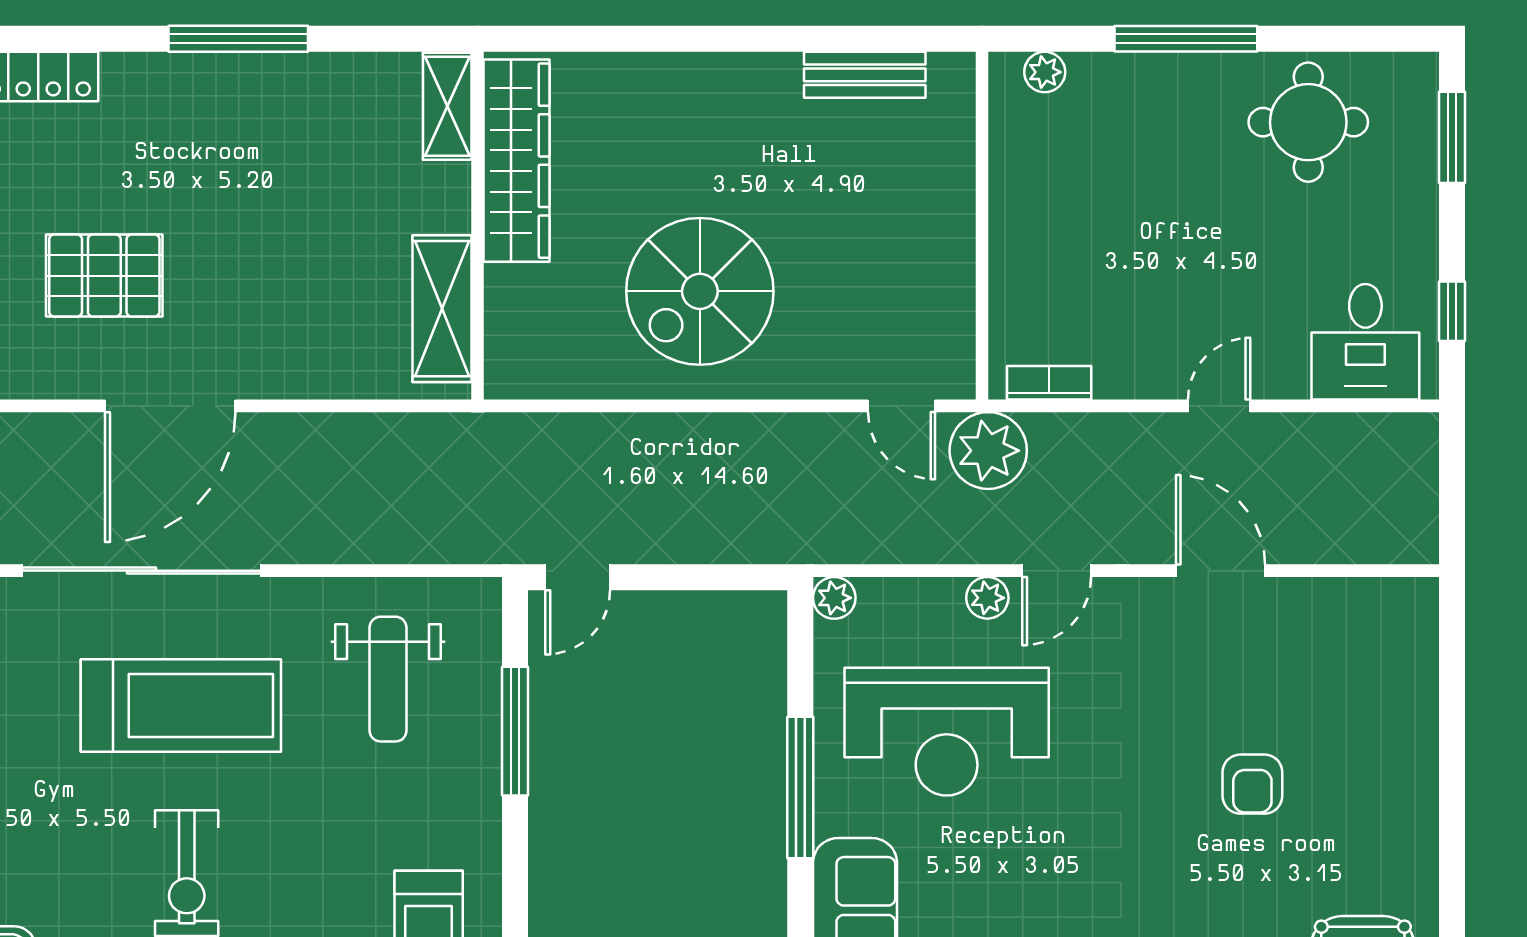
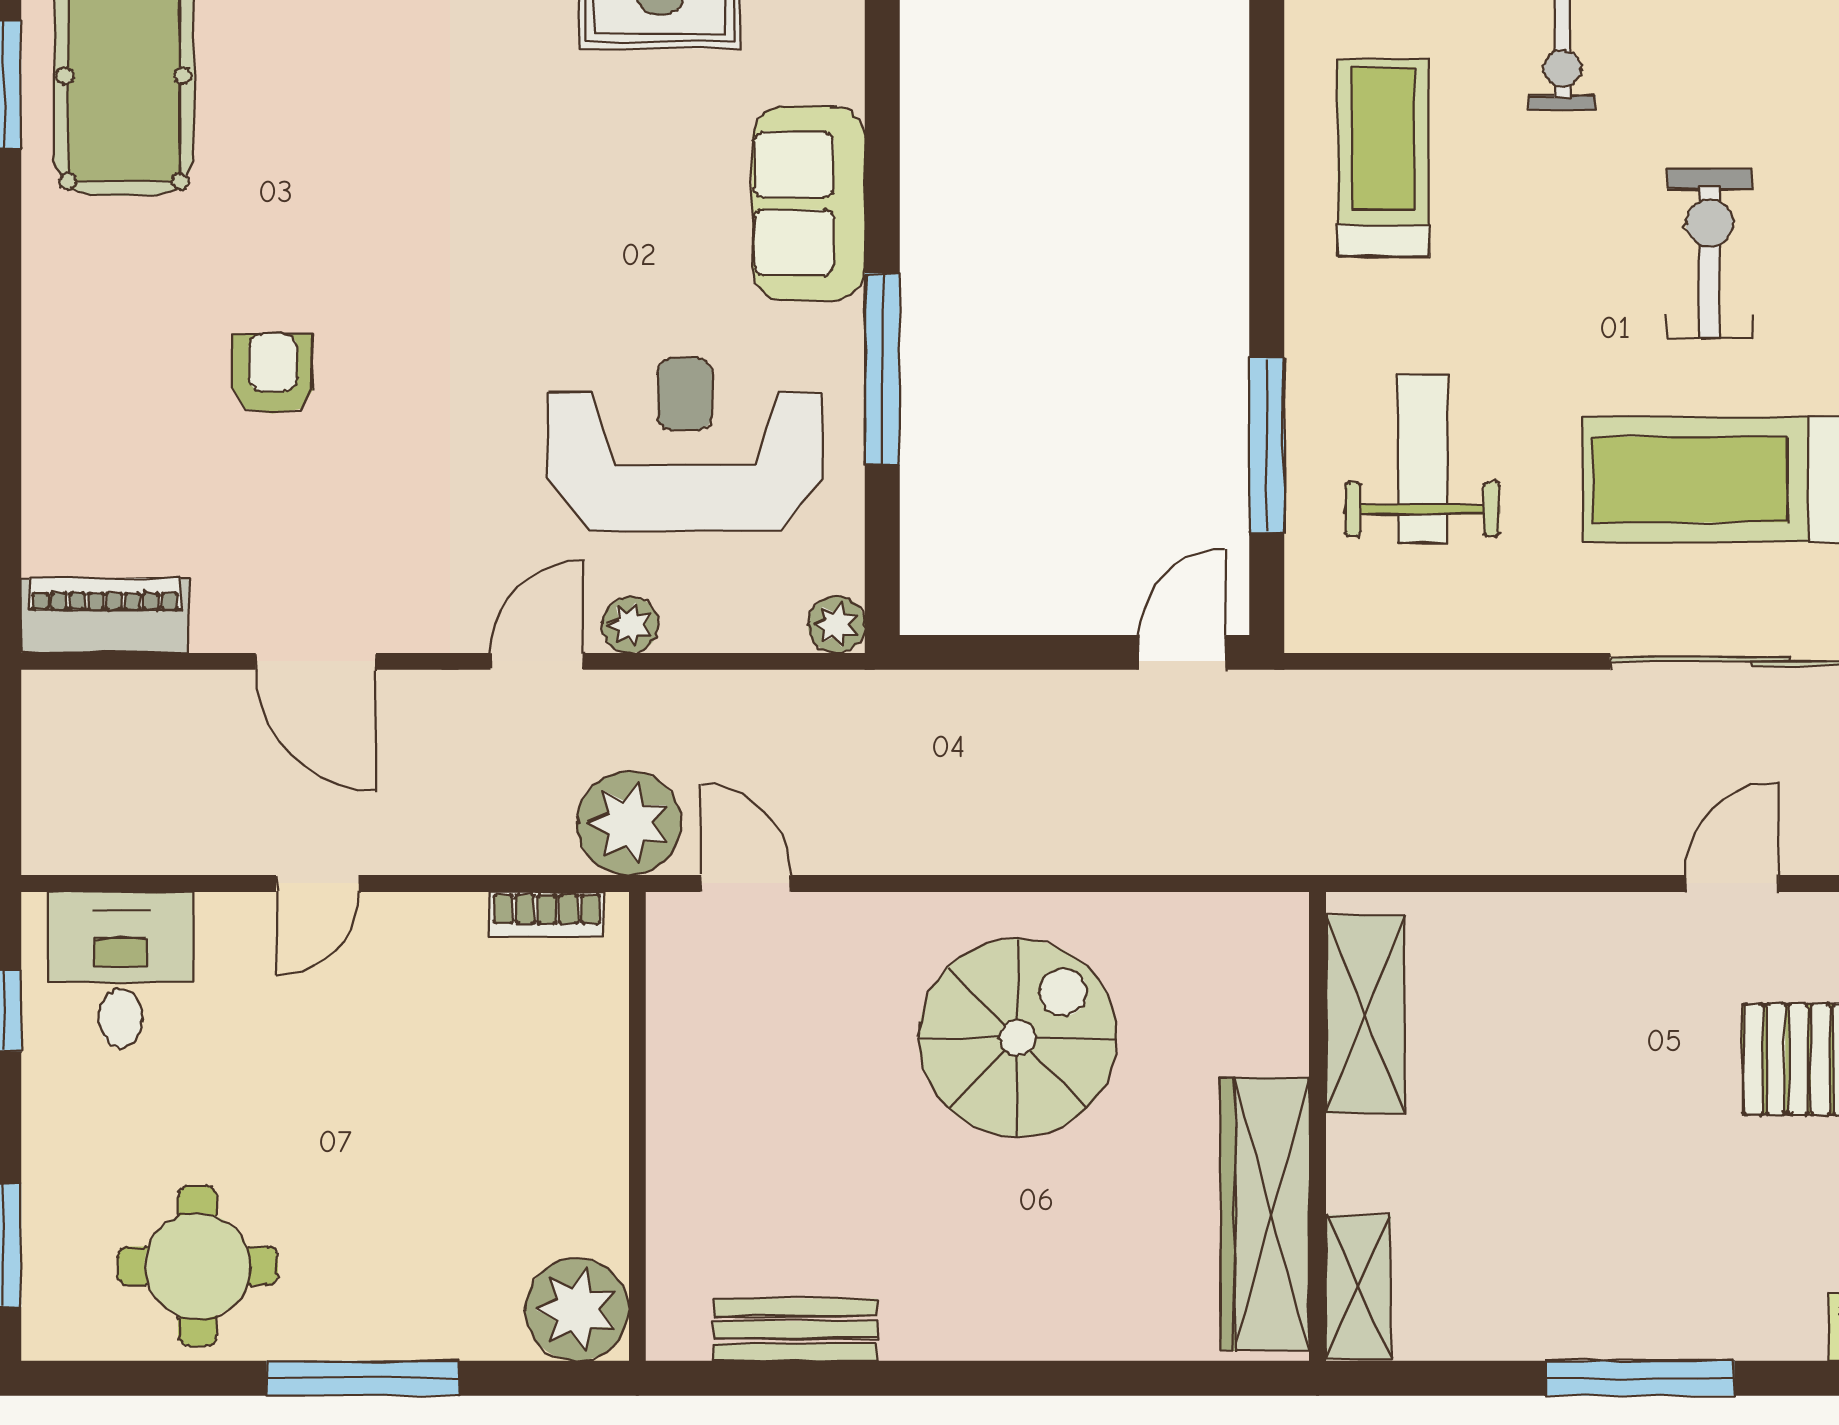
plant: (1045, 72) -> (577, 1310), width x1.88, depth x1.88
door: (170, 406) -> (1732, 883), width x0.53
piano: (1377, 605) -> (105, 616), added
weight bench: (388, 679) -> (1422, 459), moved

